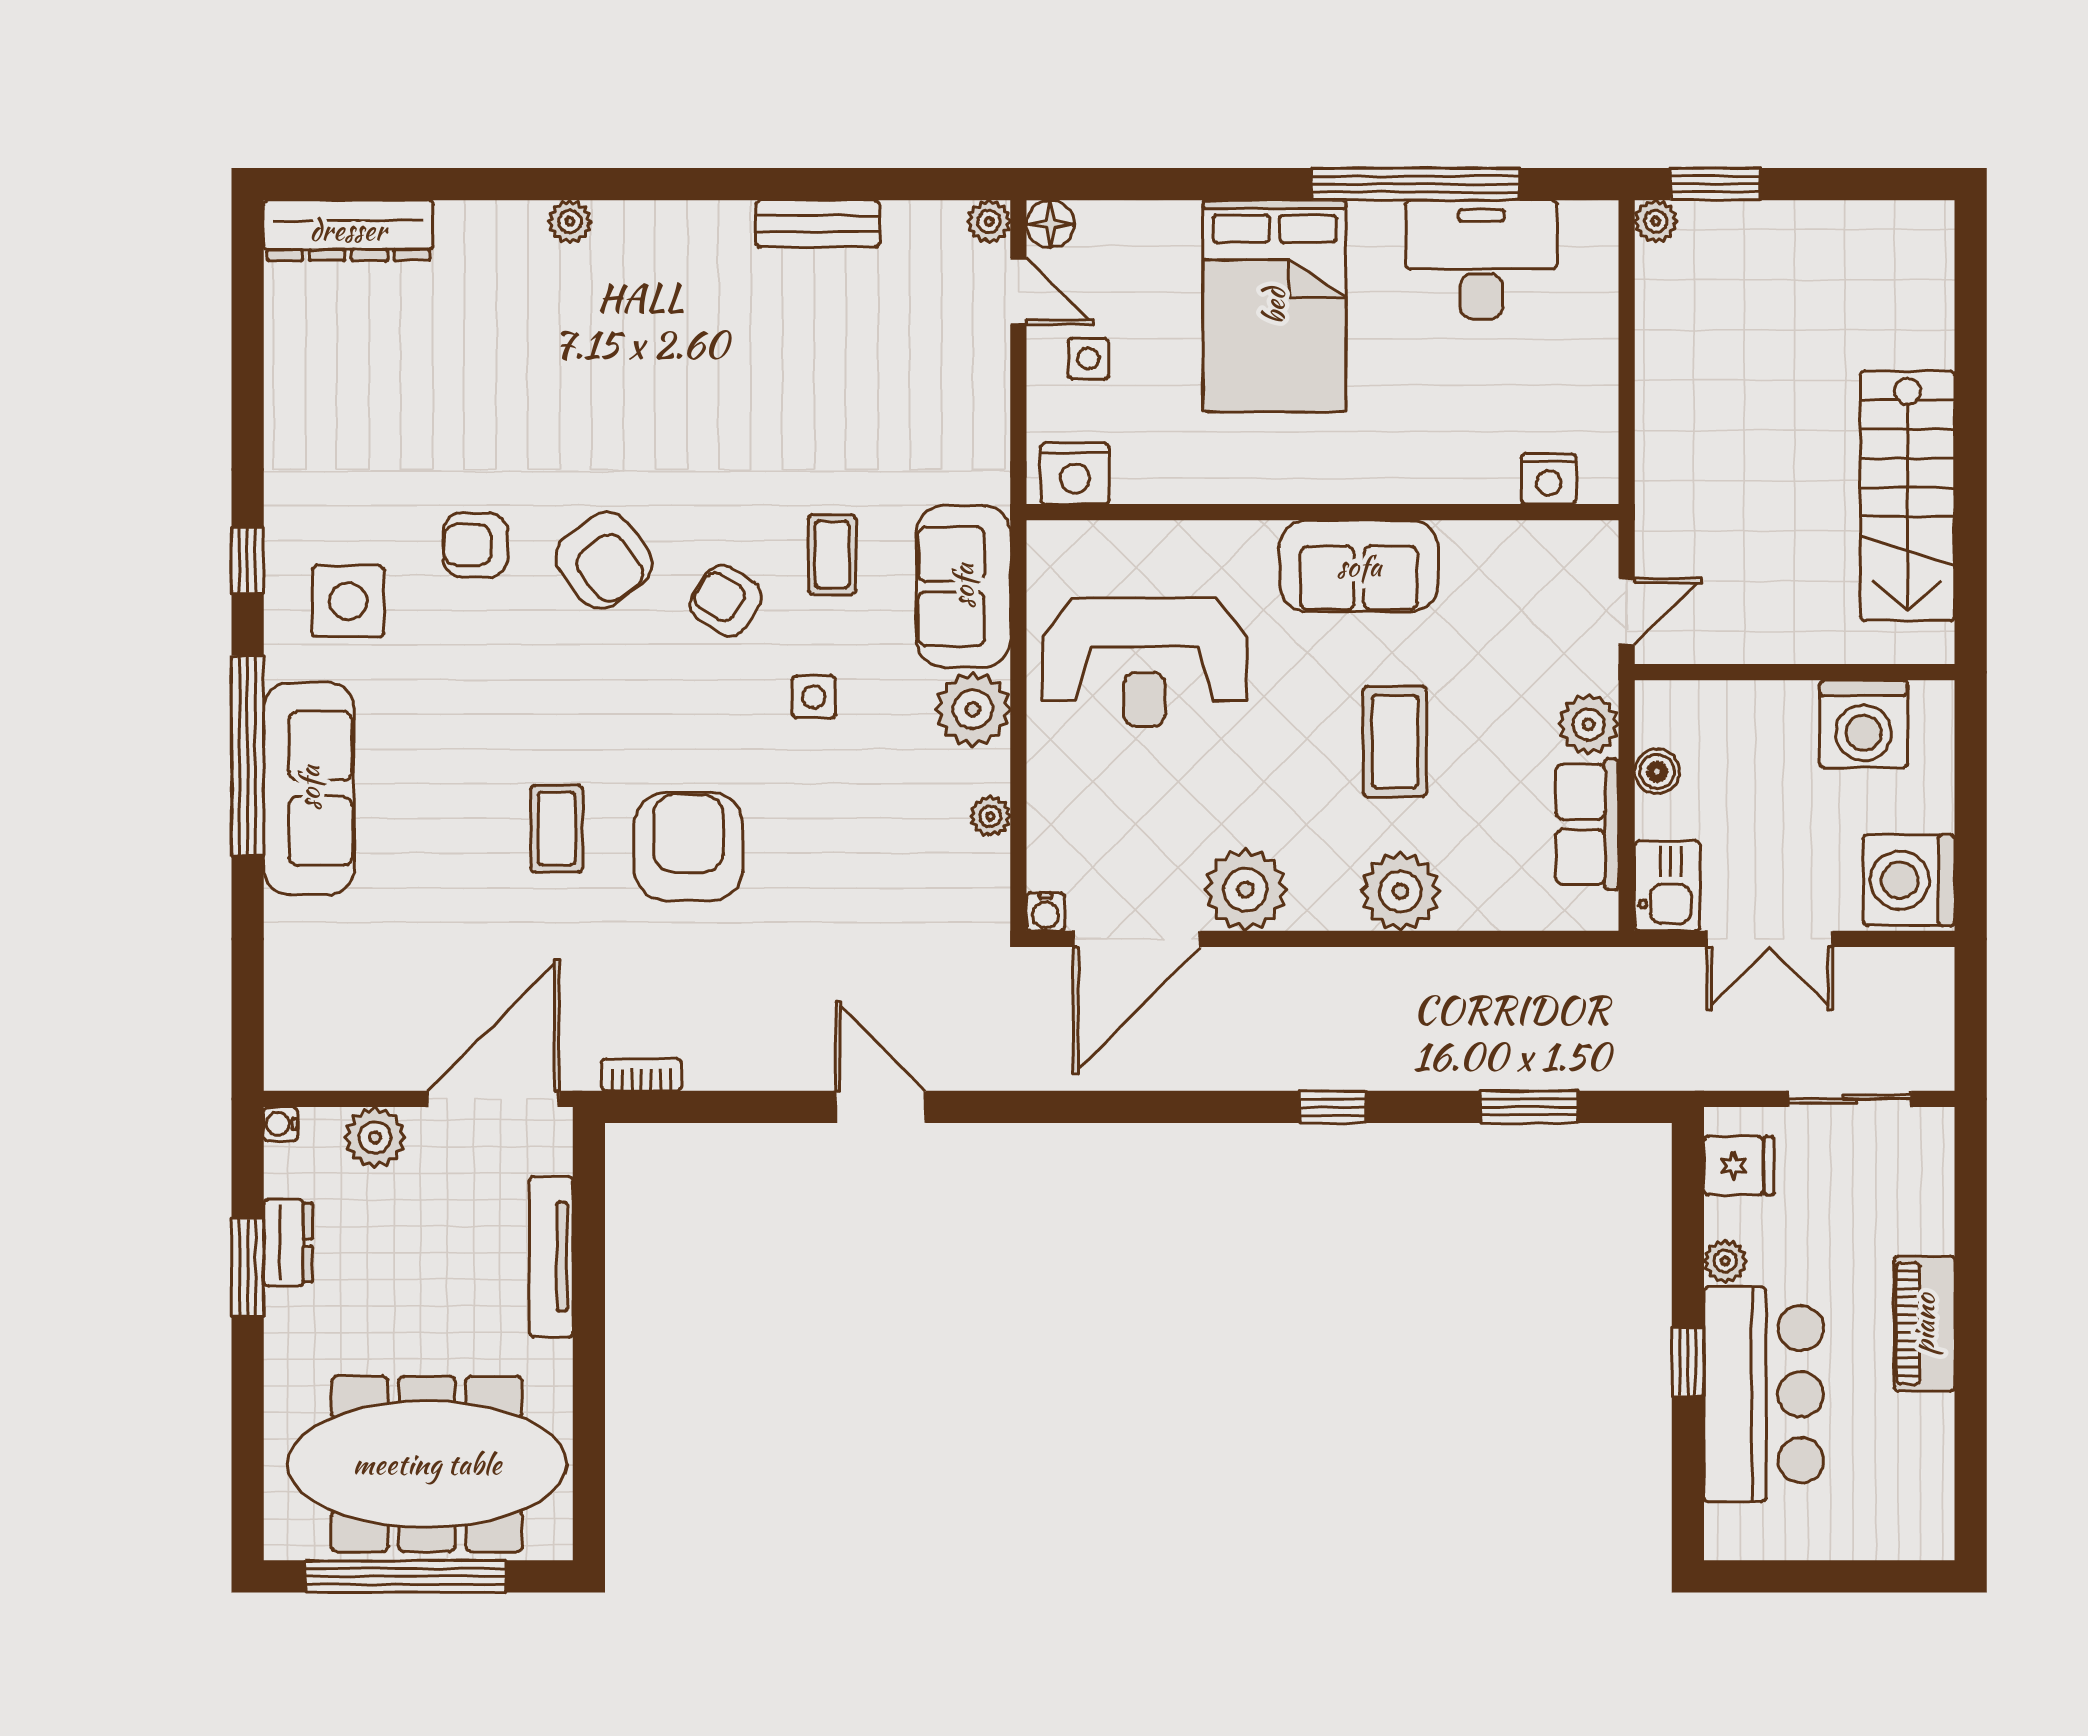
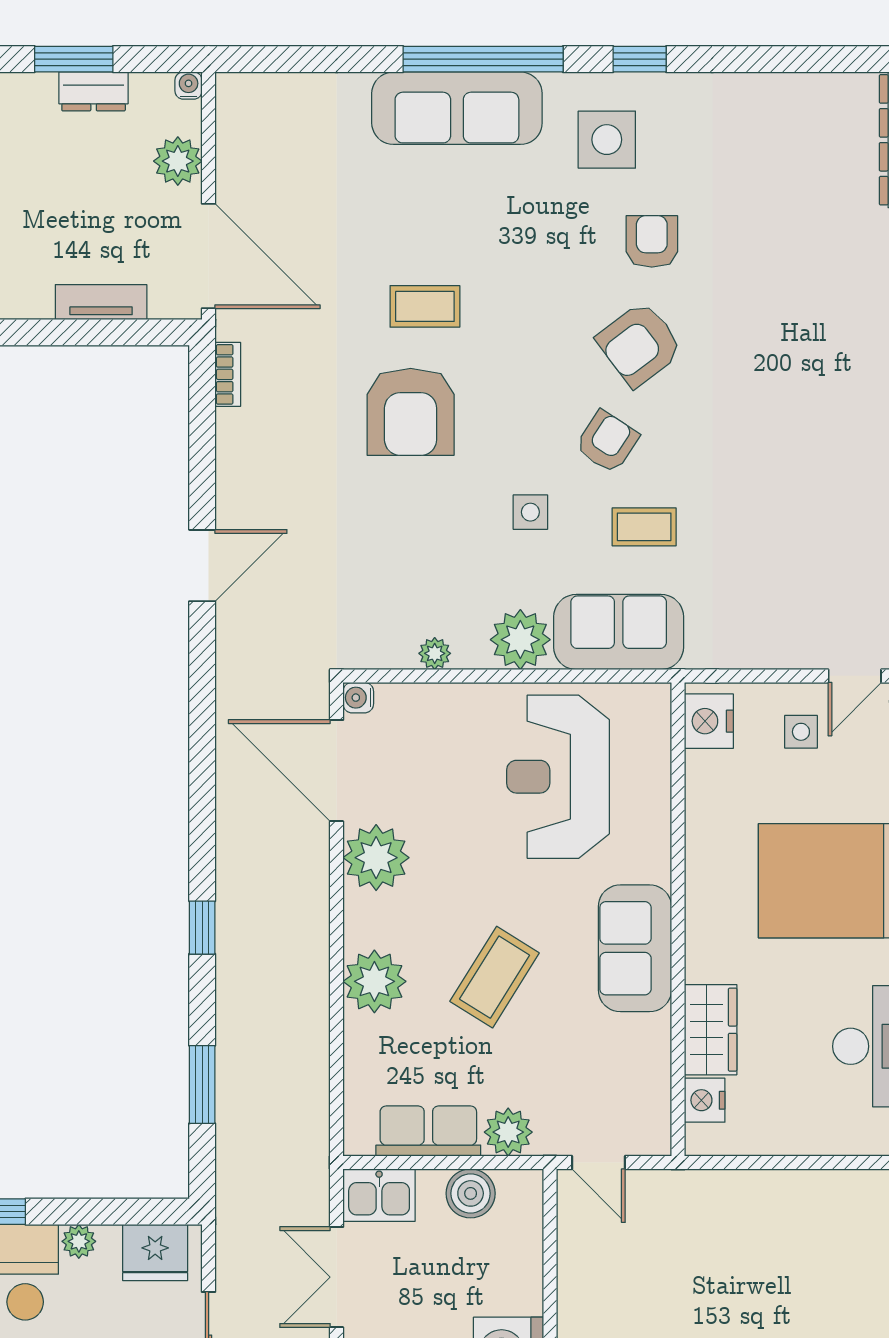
wardrobe: (1461, 471) -> (711, 1030), added
coffee table: (1395, 741) -> (495, 977), turned -58
boiler: (1657, 771) -> (471, 1193), width x1.36, depth x1.36
armchair: (688, 846) -> (411, 412), turned 90
fridge: (1739, 1166) -> (155, 1252), width x1.38
tv unit: (551, 1257) -> (101, 302), width x0.71

